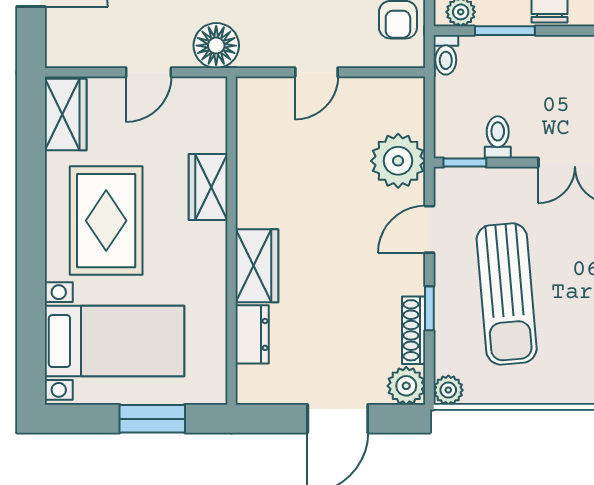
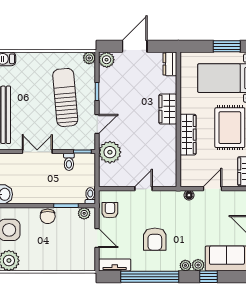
floor lamp: (216, 46) -> (189, 195), width x0.53, depth x0.53
wardrobe: (208, 187) -> (188, 135), width x1.50
shoe rack: (414, 330) -> (103, 83), removed
dresser: (252, 334) -> (170, 64), moved
window: (152, 419) -> (227, 46), moved

